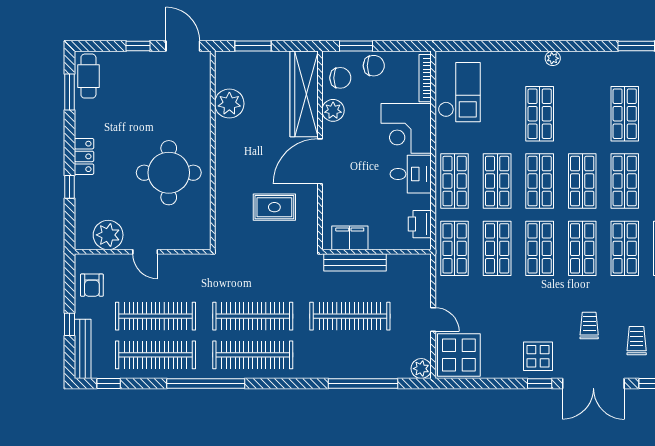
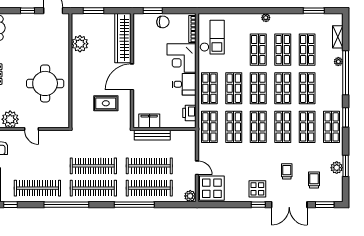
chair: (340, 78) -> (144, 29), removed
plant: (333, 110) -> (139, 48), removed
shop shelf: (582, 114) -> (283, 50), added
clothes rail: (156, 316) -> (149, 188), moved
window: (363, 383) -> (134, 205), moved

